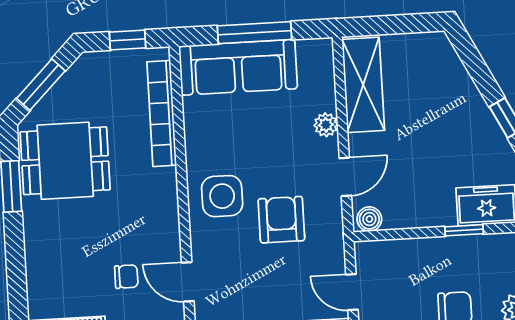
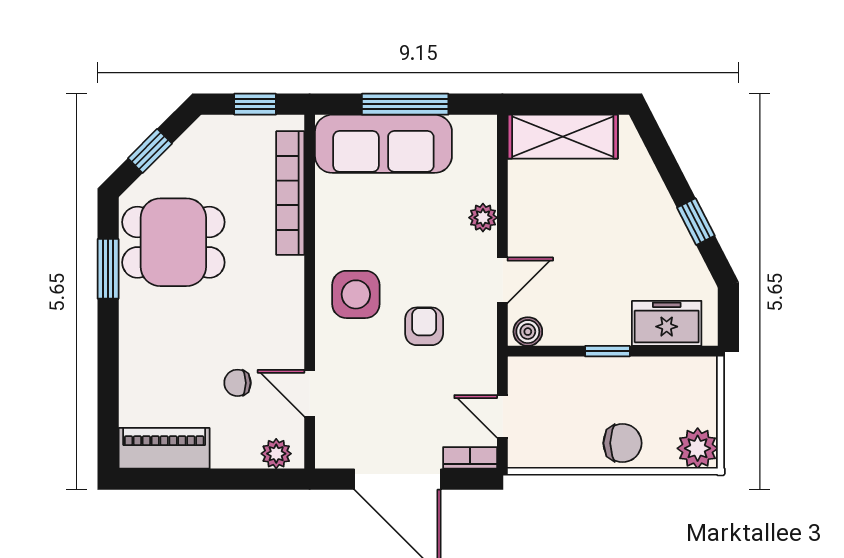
window: (41, 85) -> (150, 151), width x0.67
shelving: (363, 85) -> (563, 137), moved, turned 90
armchair: (281, 220) -> (424, 326), width x0.72, depth x0.72
window: (464, 230) -> (607, 351), moved
chair: (126, 277) -> (238, 383), turned 180

